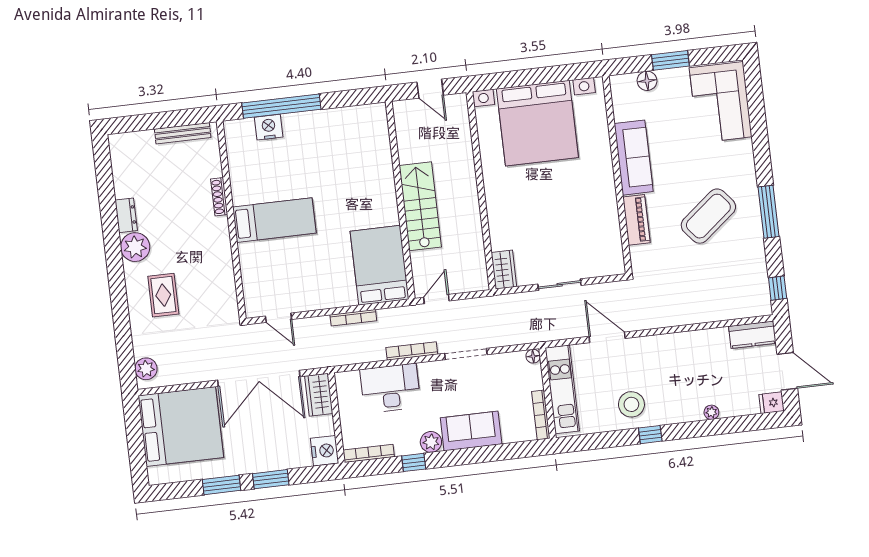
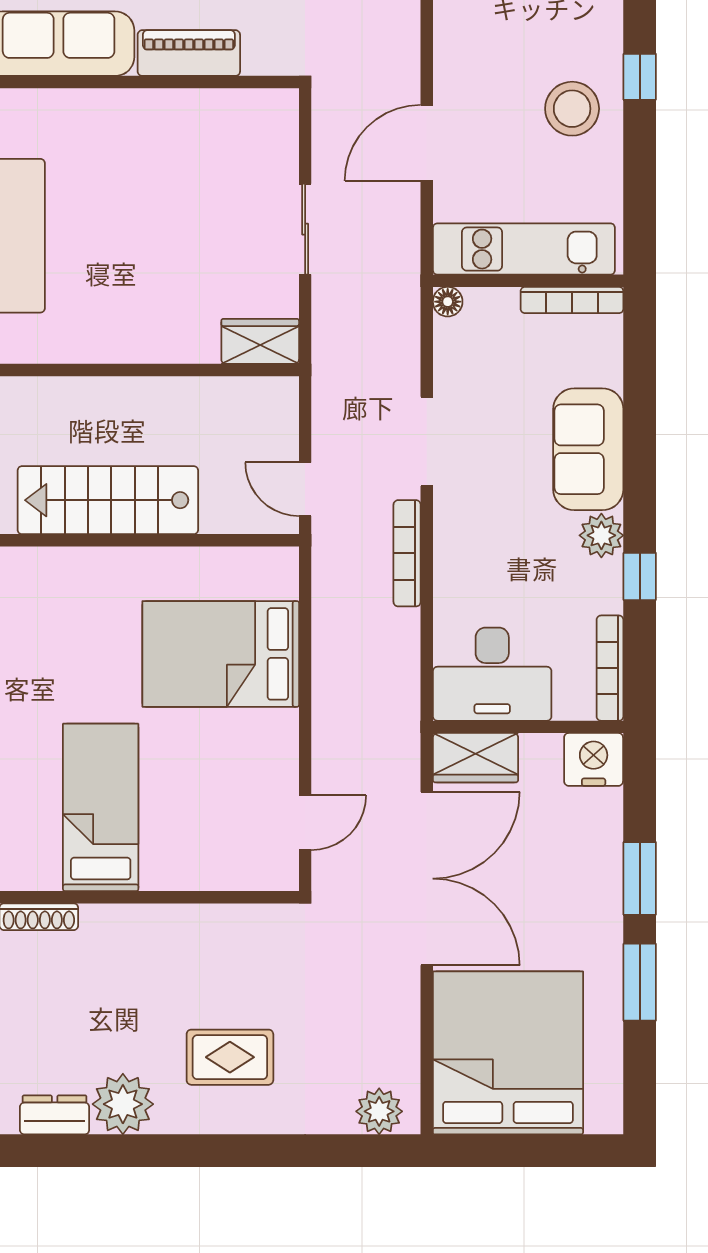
bed: (380, 265) -> (221, 654), moved
bookcase: (353, 318) -> (323, 667), removed
desk: (390, 388) -> (492, 674), moved, turned -90

